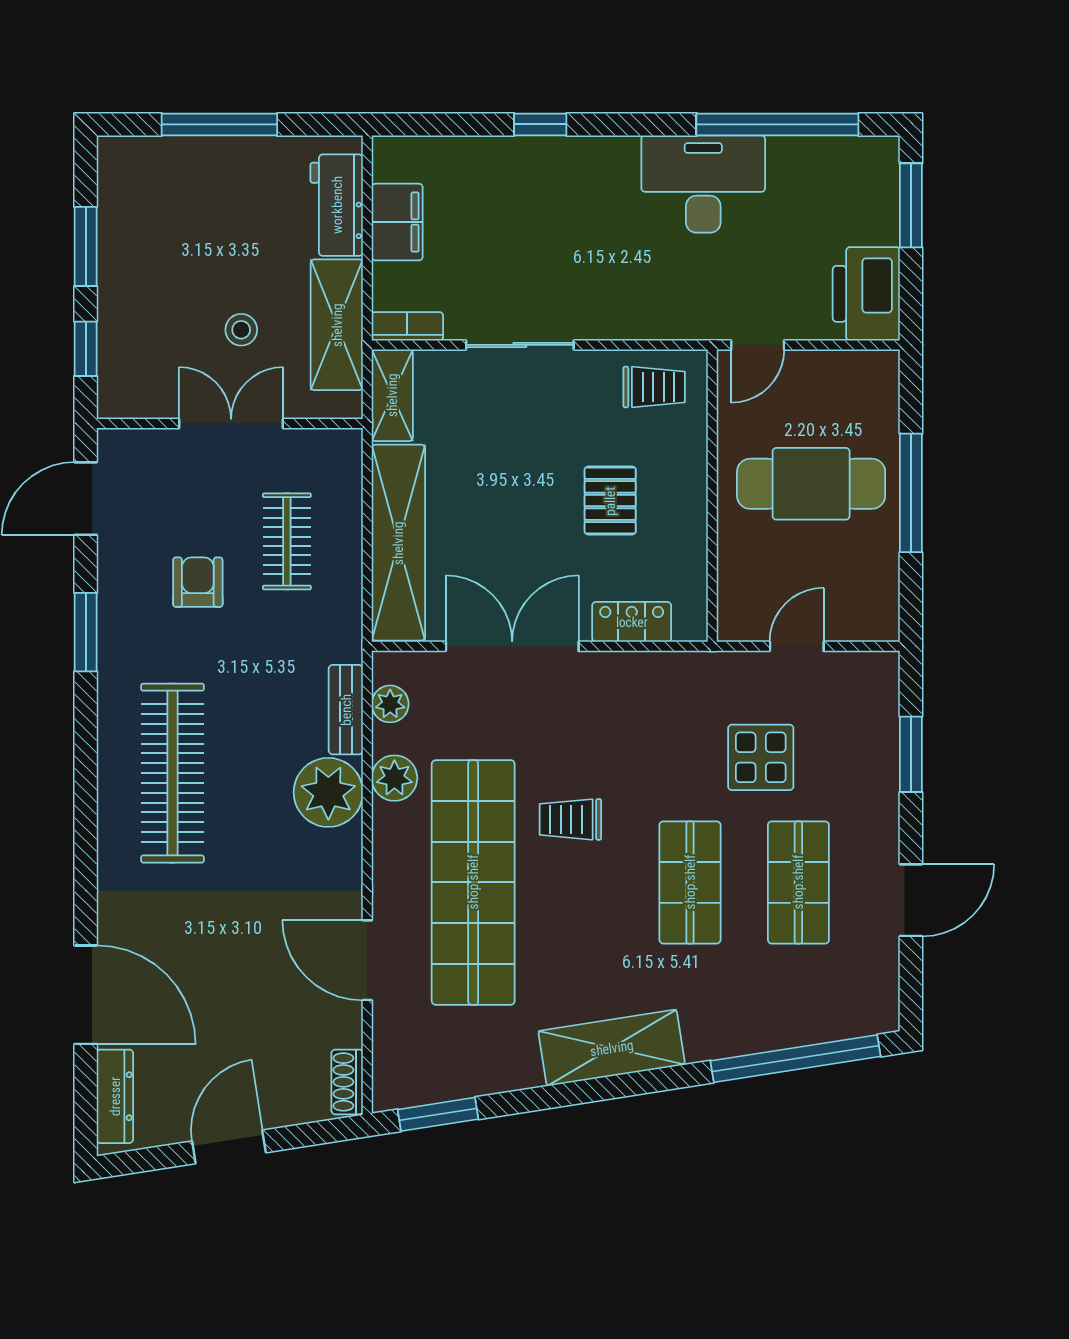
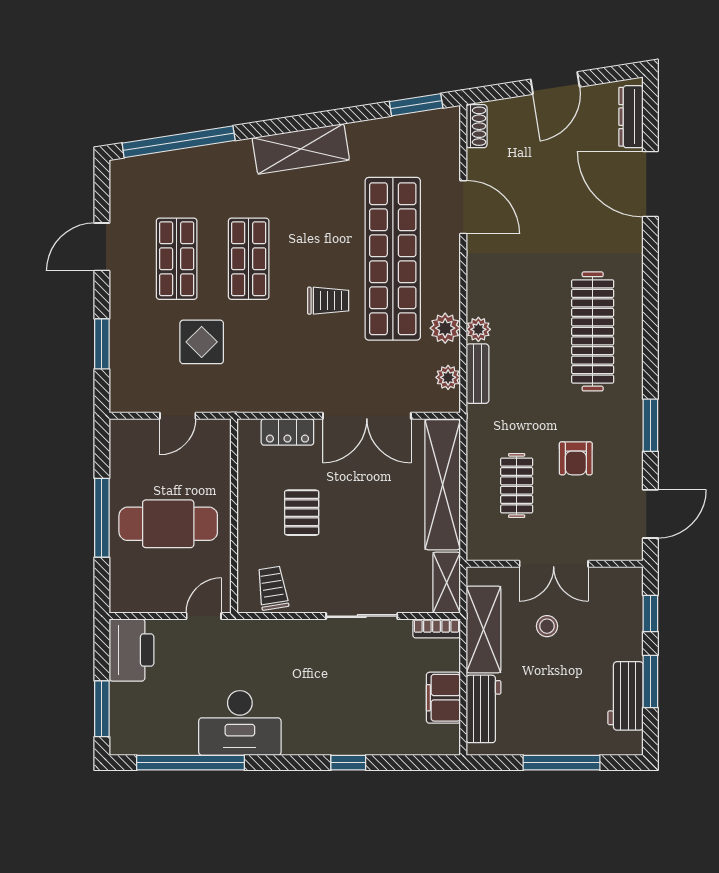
workbench: (123, 225) -> (625, 696), added
trolley: (654, 387) -> (273, 588), turned 81
plant: (328, 792) -> (478, 329), width x0.53, depth x0.53

